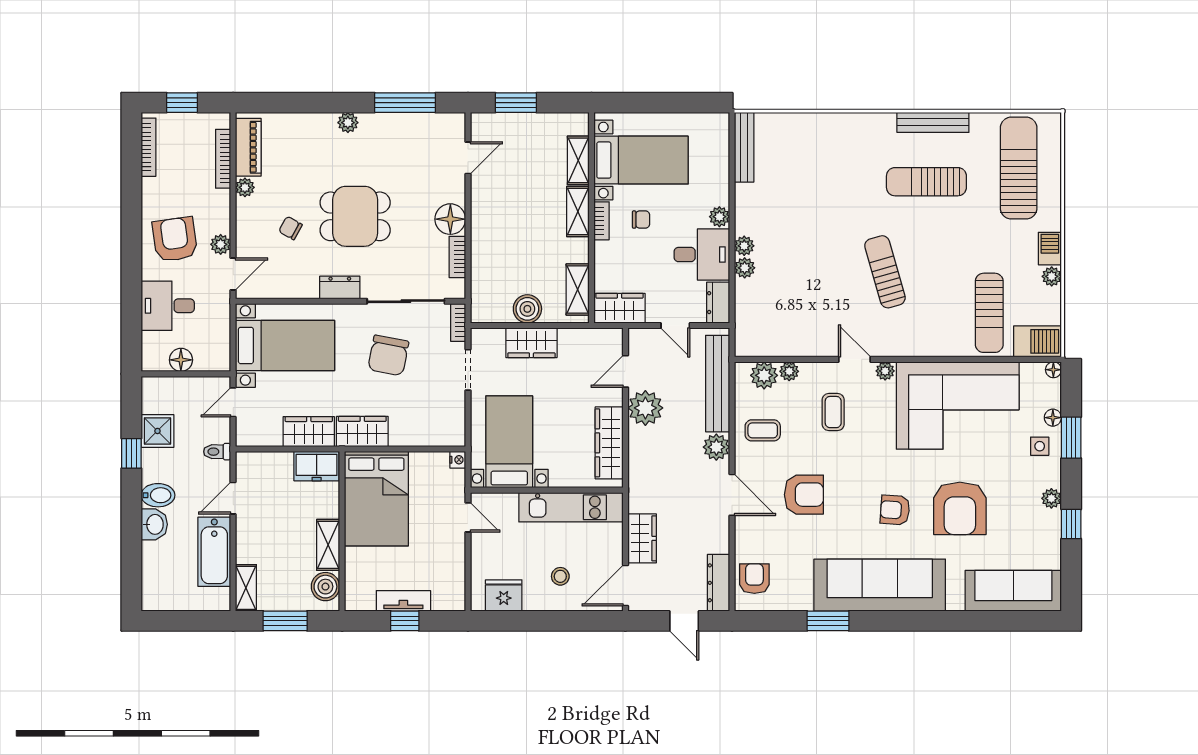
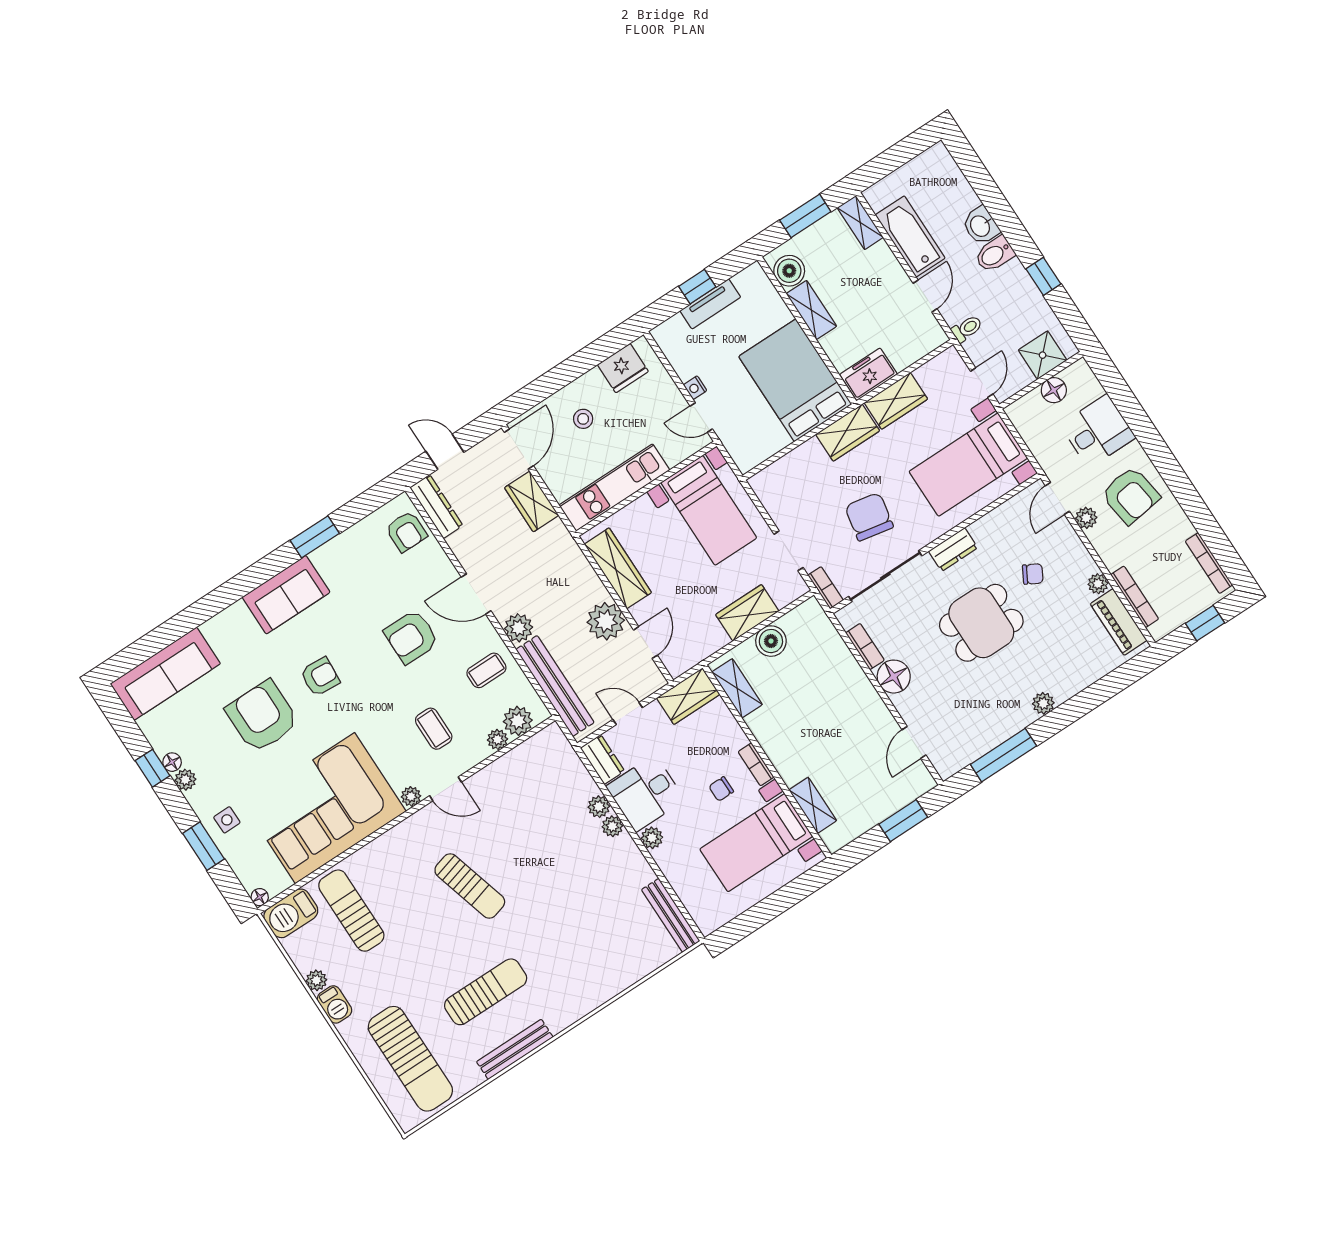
shelving: (578, 212) -> (783, 759), removed
floor lamp: (1053, 418) -> (172, 762), moved
shower: (157, 431) -> (1043, 355), moved
nightstand: (458, 460) -> (695, 388), moved
sofa: (880, 585) -> (286, 595), width x0.54, depth x0.79

